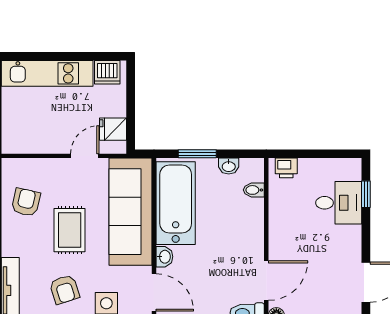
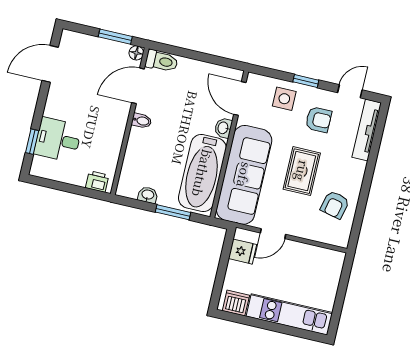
bidet: (254, 190) -> (142, 121), moved
armchair: (64, 289) -> (319, 120), turned 108

